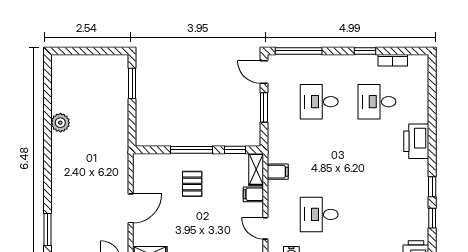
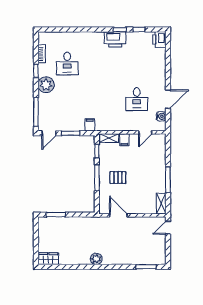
plant: (343, 67) -> (46, 85), added
wardrobe: (61, 71) -> (48, 259), added
desk: (319, 102) -> (67, 99), removed
plant: (60, 123) -> (96, 259), moved
printer: (416, 141) -> (115, 39), moved
filing cabinet: (278, 172) -> (90, 125), moved
door: (131, 208) -> (118, 215), moved

